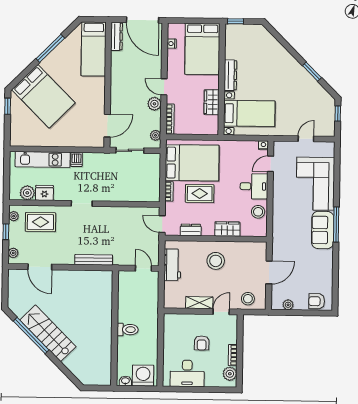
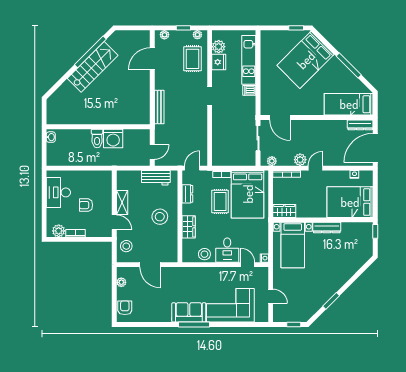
wardrobe: (212, 102) -> (284, 211), moved
washing machine: (143, 376) -> (113, 139), moved, turned 90

